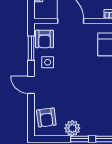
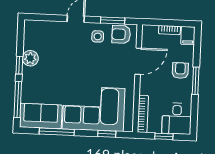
armchair: (46, 118) -> (42, 33), removed

